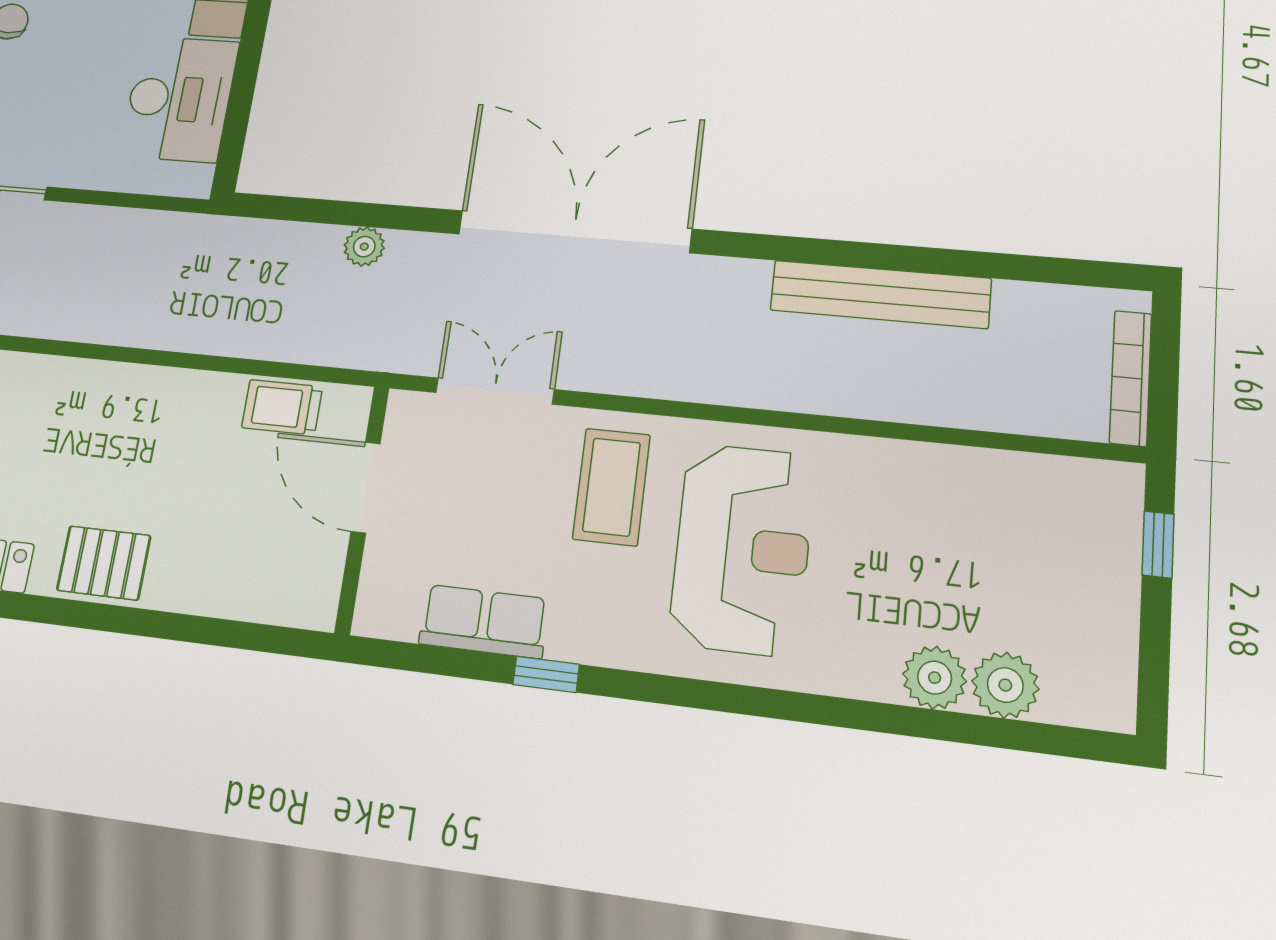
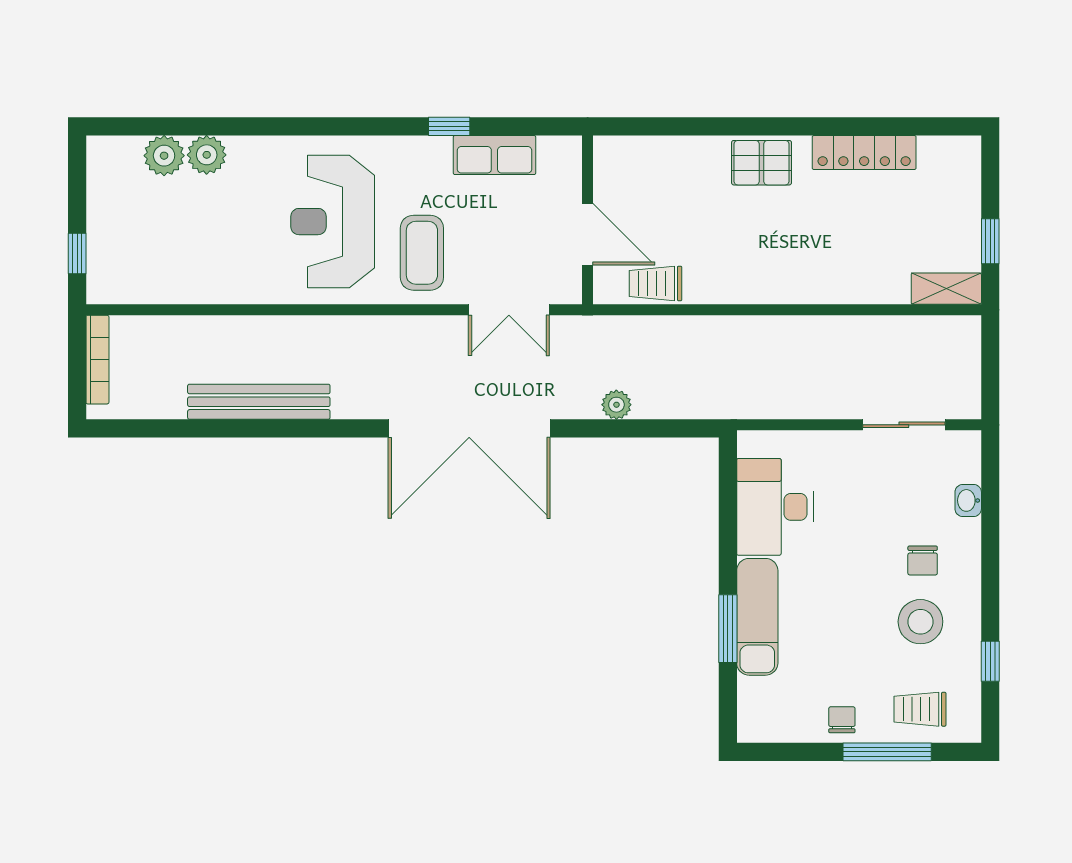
trolley: (282, 407) -> (655, 283), turned 180

